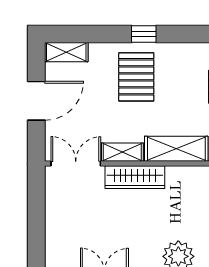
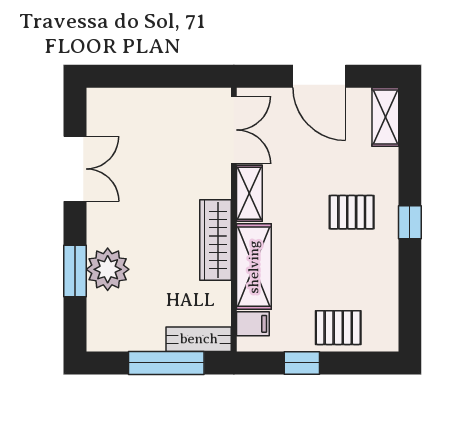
pallet: (136, 77) -> (352, 212), width x0.67, depth x0.71
wardrobe: (135, 177) -> (215, 240), moved

